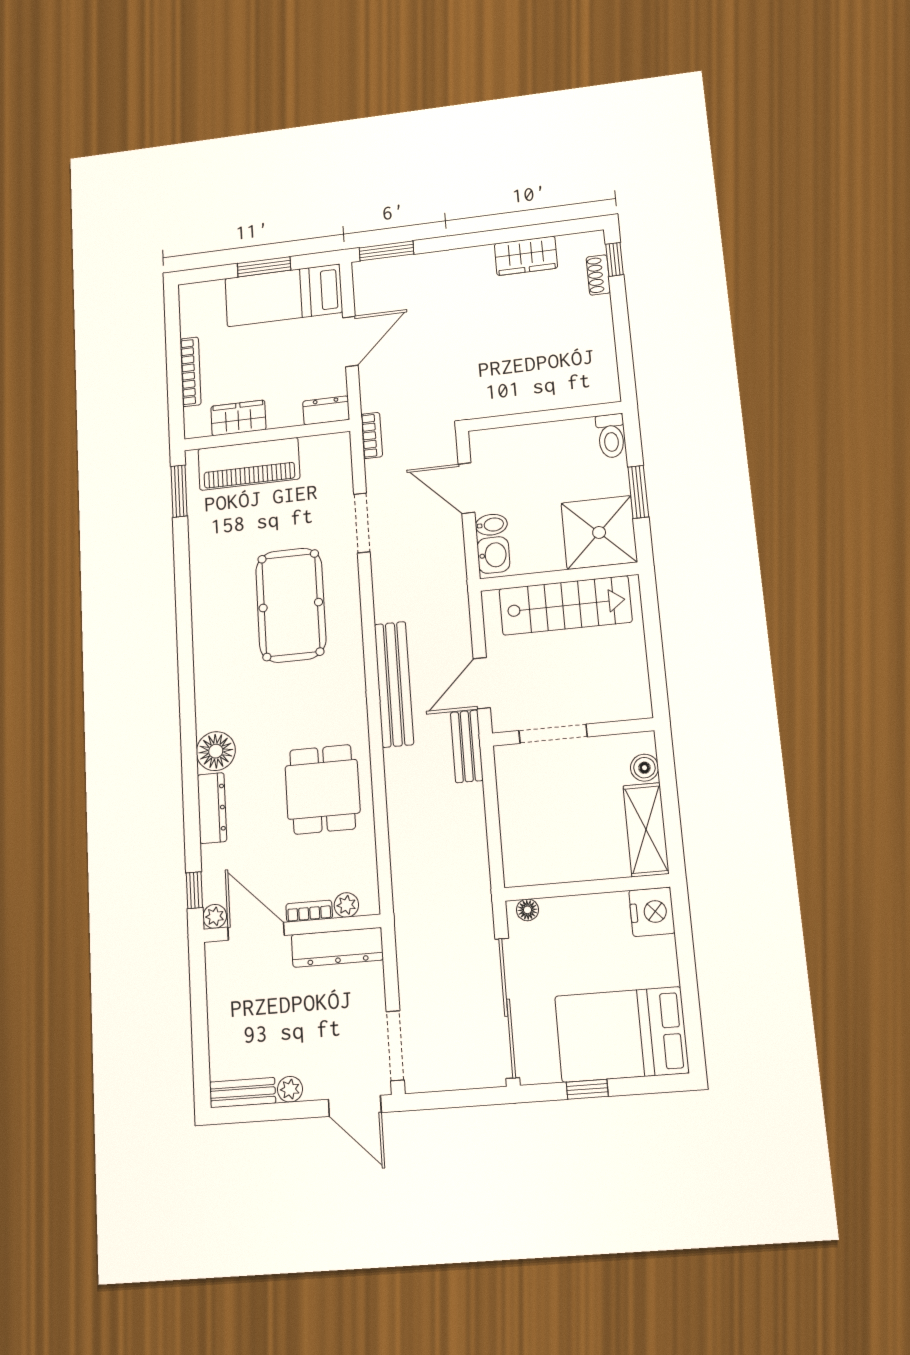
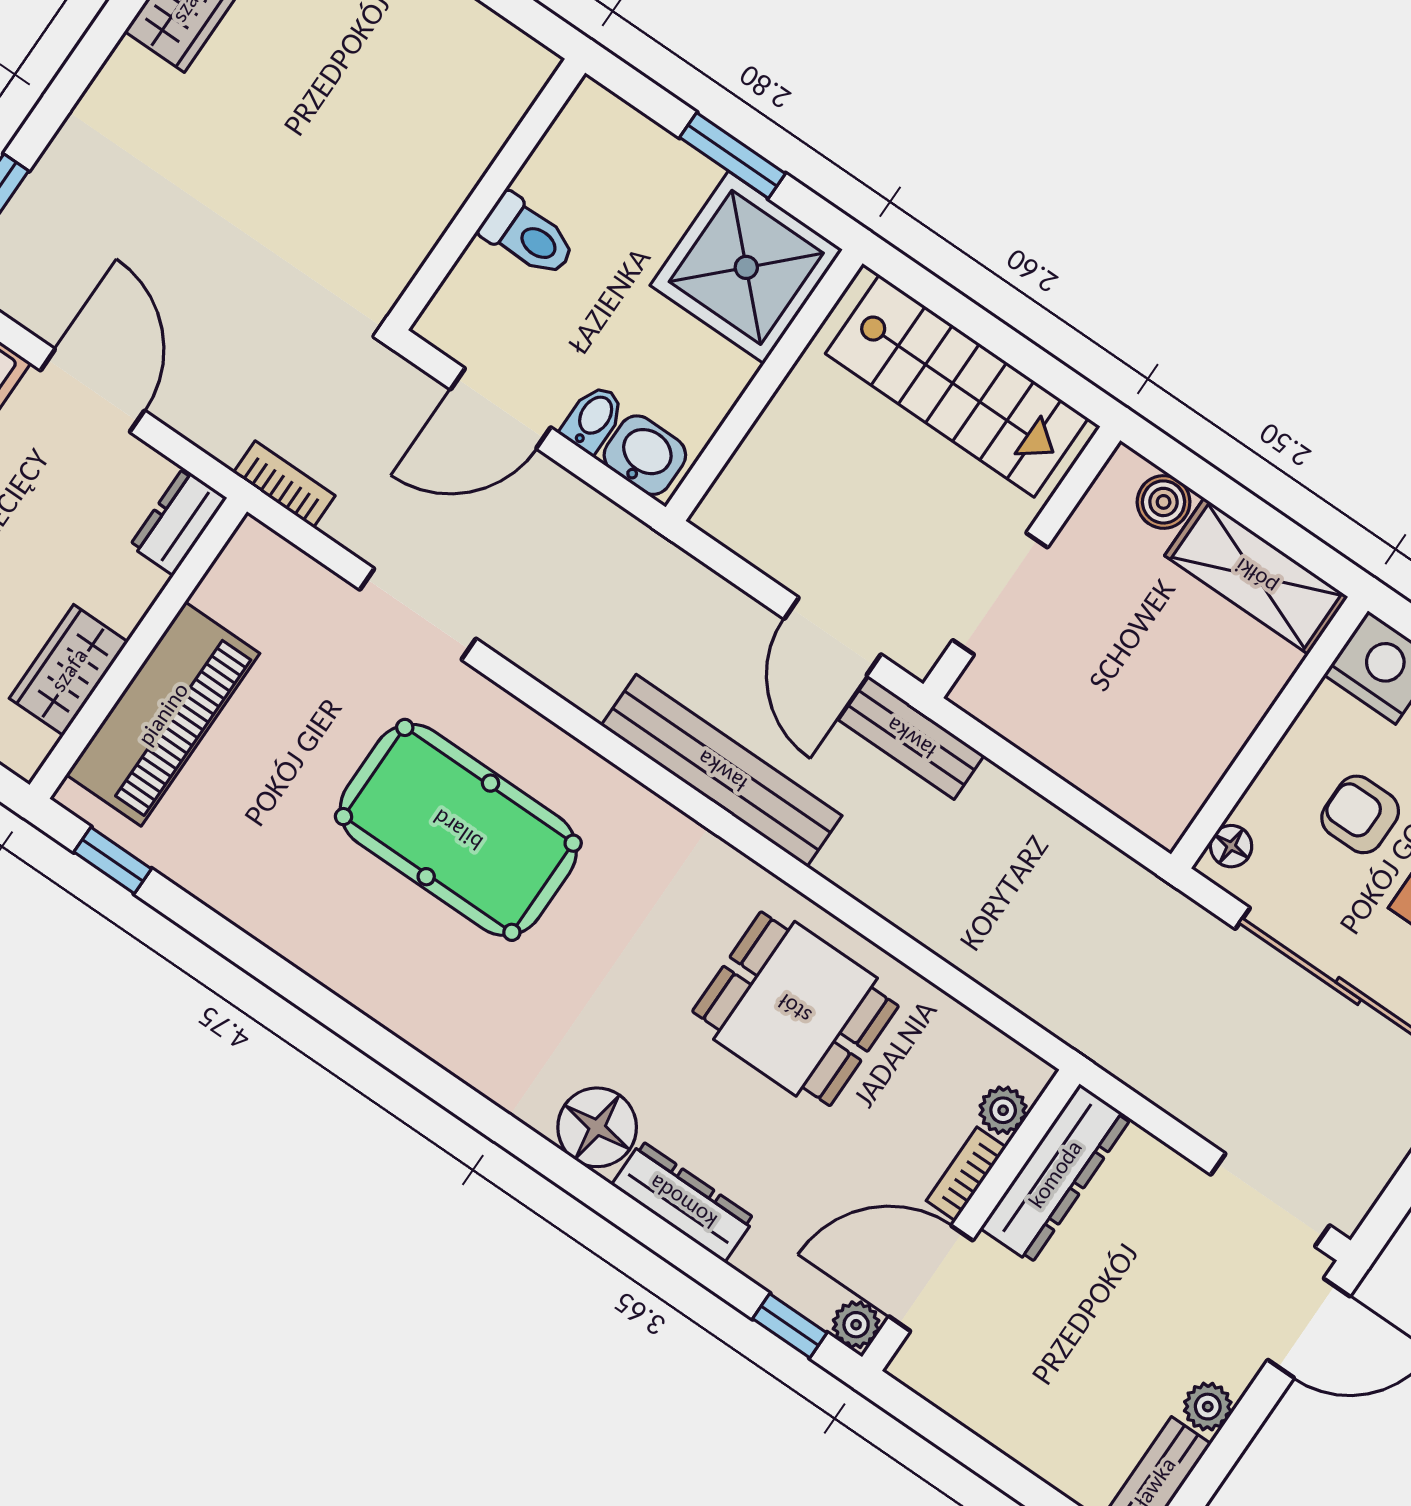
toilet: (611, 436) -> (528, 236), moved
window: (179, 491) -> (113, 860), width x0.67
stairs: (565, 605) -> (957, 386), moved, turned 90
armchair: (584, 953) -> (1360, 814), added

